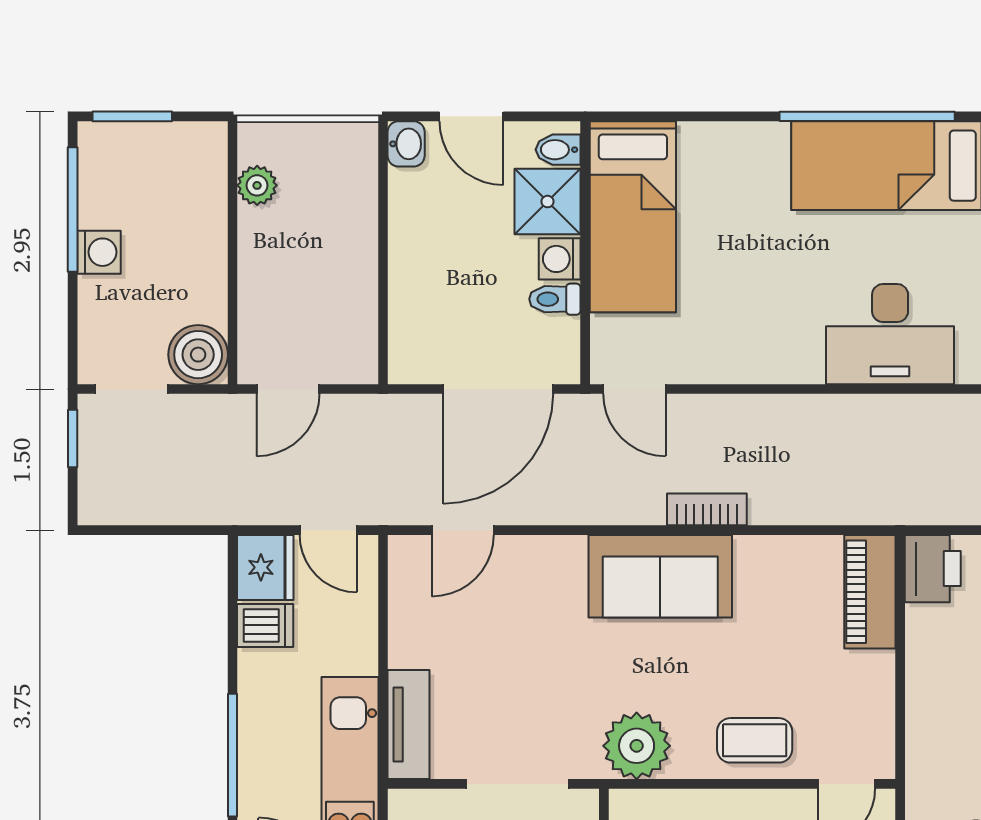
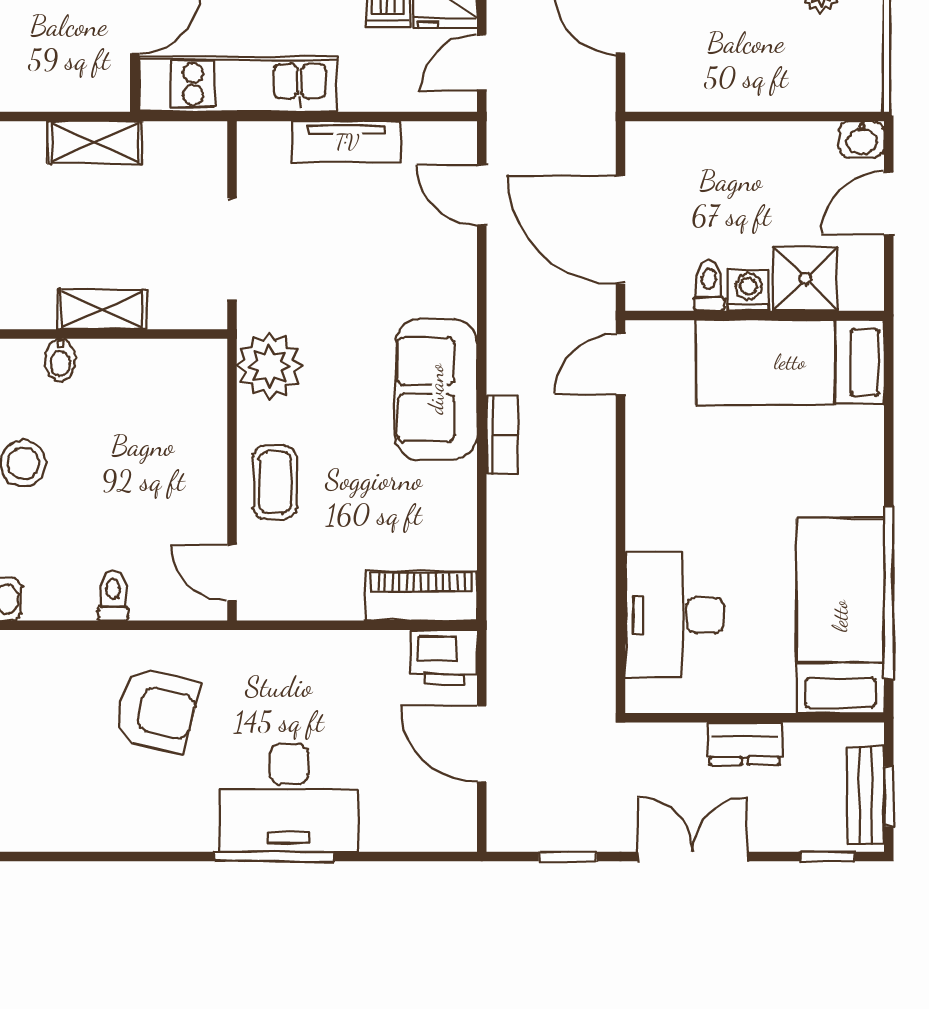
bidet: (558, 150) -> (856, 289), removed
tv unit: (409, 725) -> (347, 142), moved

